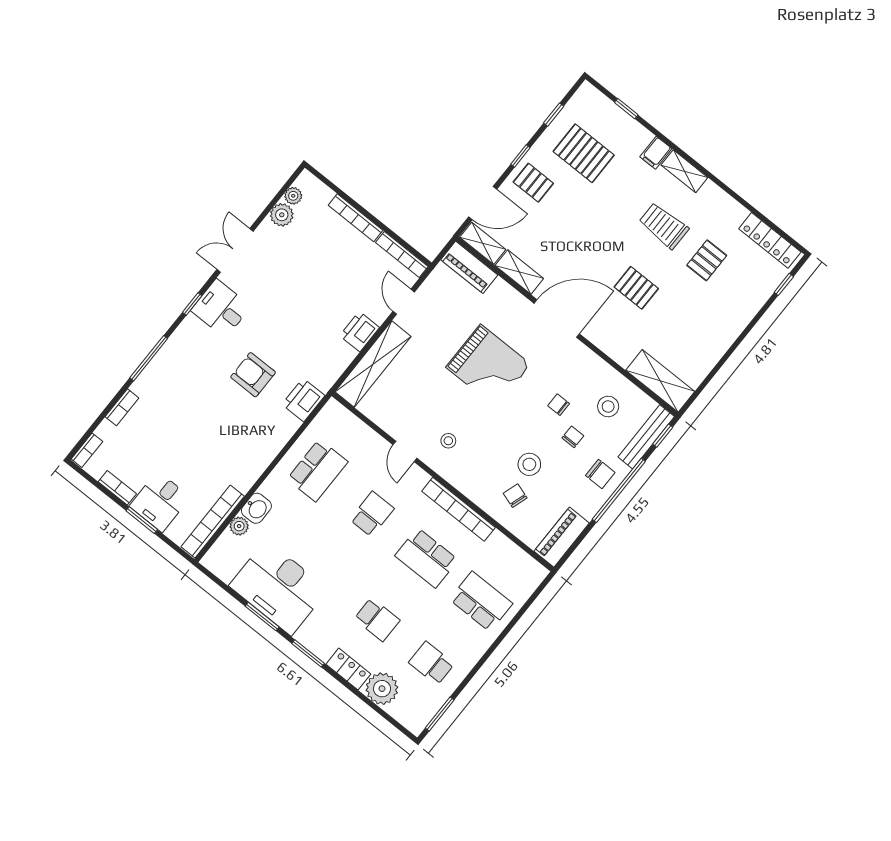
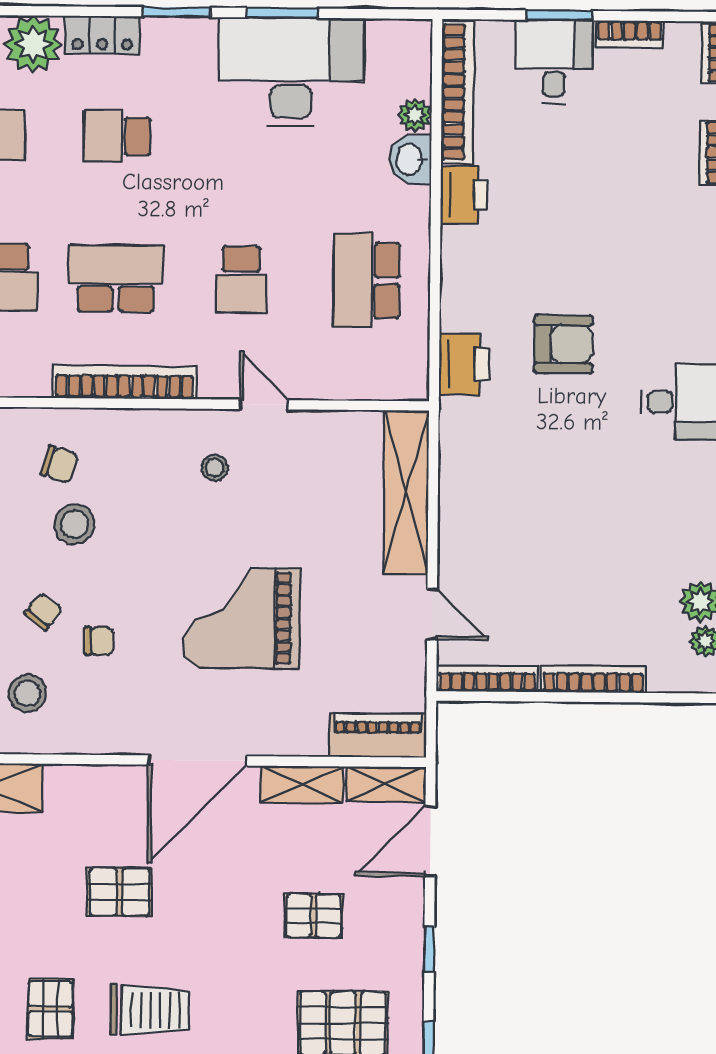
pallet: (533, 183) -> (314, 916), moved
printer: (360, 332) -> (464, 195), moved
chair: (573, 437) -> (43, 611), turned -141

